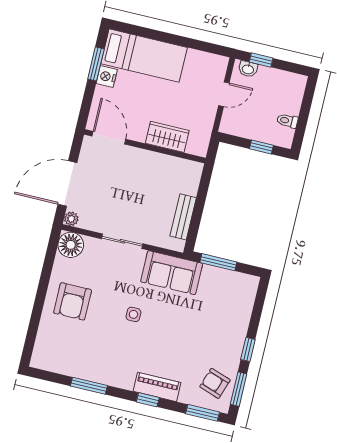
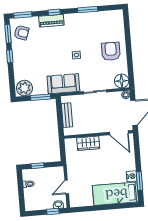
wardrobe: (167, 137) -> (88, 143), moved
door: (109, 138) -> (119, 133), moved
wall: (145, 146) -> (98, 134), moved
plant: (241, 287) -> (24, 88), added

